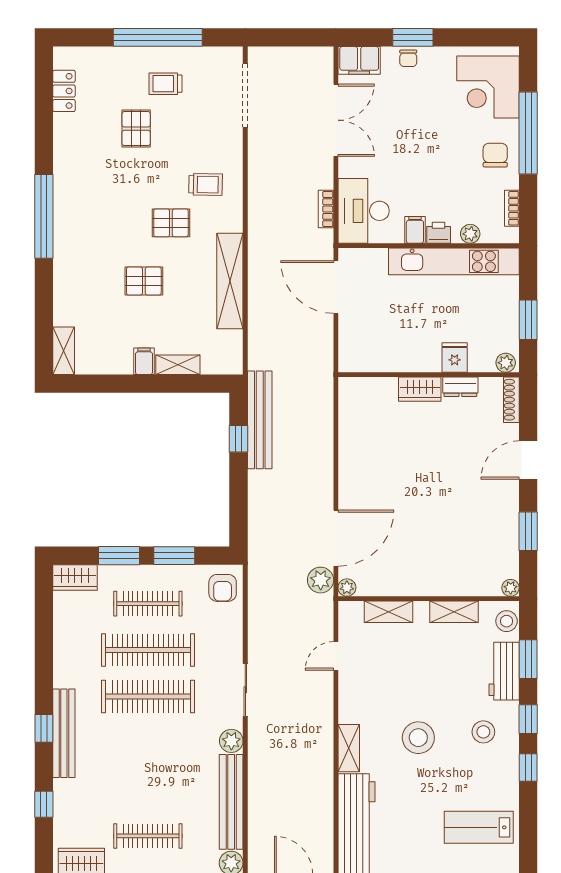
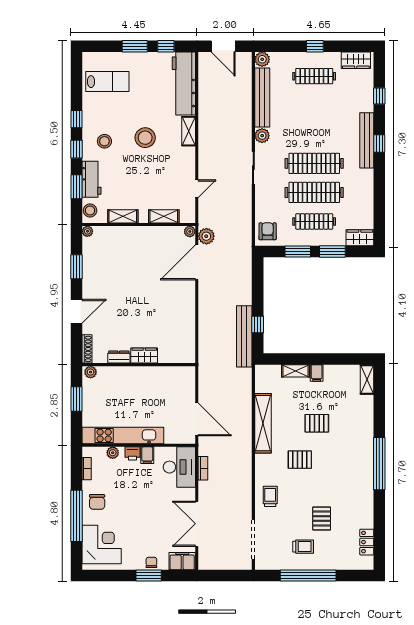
trolley: (206, 184) -> (270, 496), moved, turned 89
fridge: (455, 357) -> (122, 375), removed

